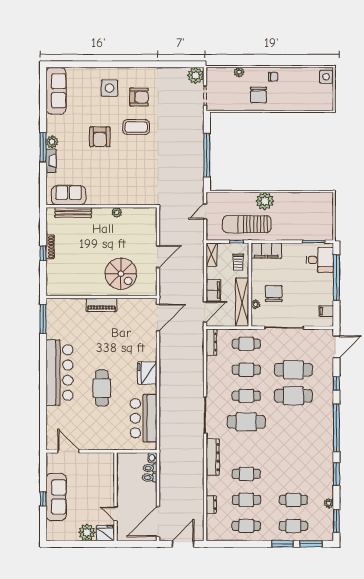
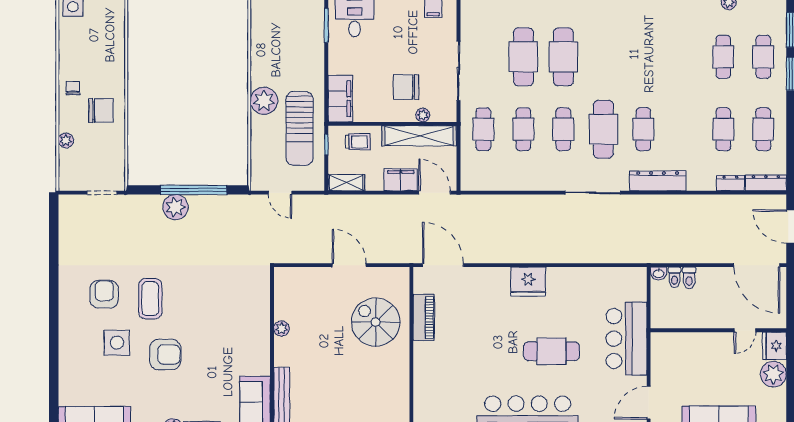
plant: (196, 75) -> (175, 207), moved
side table: (110, 88) -> (117, 343), moved
spiral stairs: (121, 274) -> (376, 322), turned -90
piano: (101, 305) -> (424, 317), moved
dresser: (211, 342) -> (766, 183), moved
bar counter: (144, 418) -> (627, 339), moved, turned 90
cafe table: (246, 474) -> (643, 129), moved

